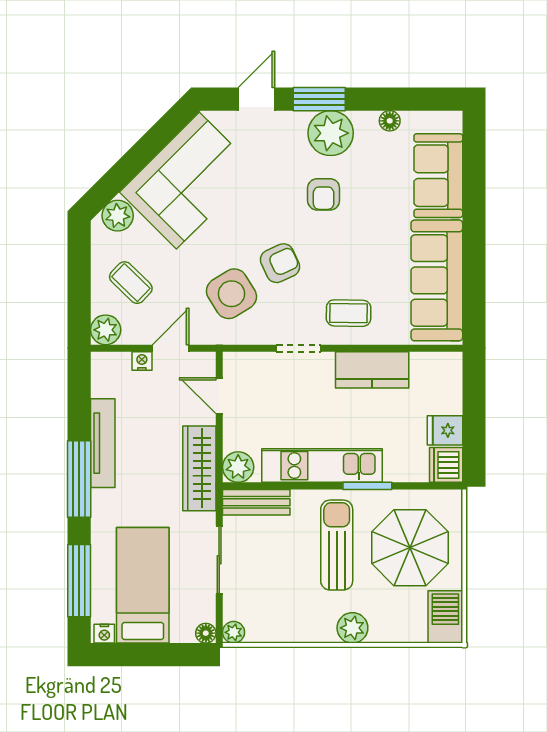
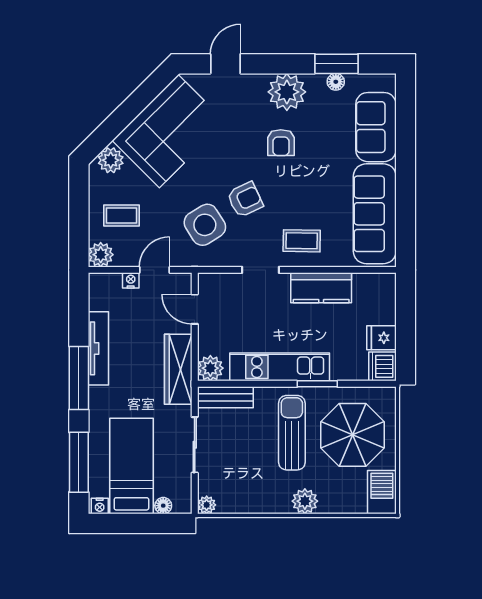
window: (319, 99) -> (336, 64), moved
coffee table: (131, 283) -> (122, 216), turned -44
floor lamp: (206, 633) -> (163, 506), moved

